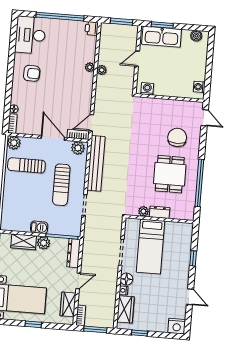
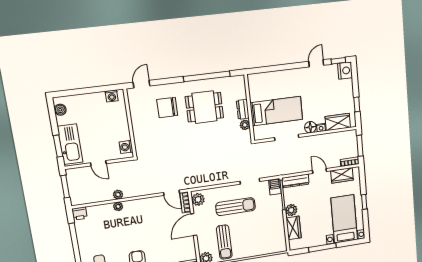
bench: (96, 163) -> (209, 180), removed
barbecue: (39, 227) -> (275, 187), moved
window: (193, 258) -> (338, 61), moved

